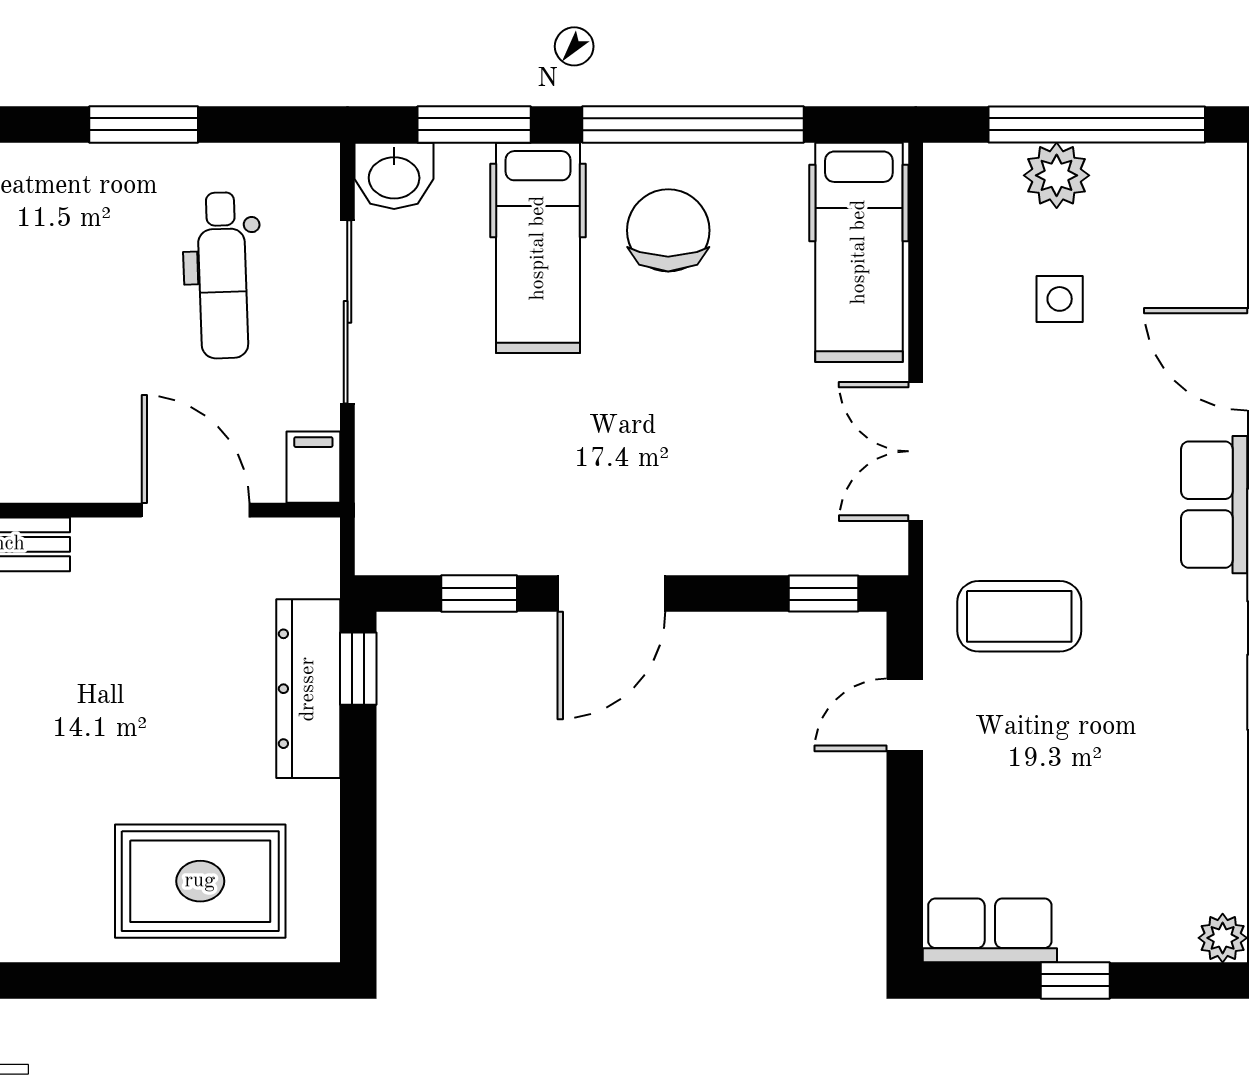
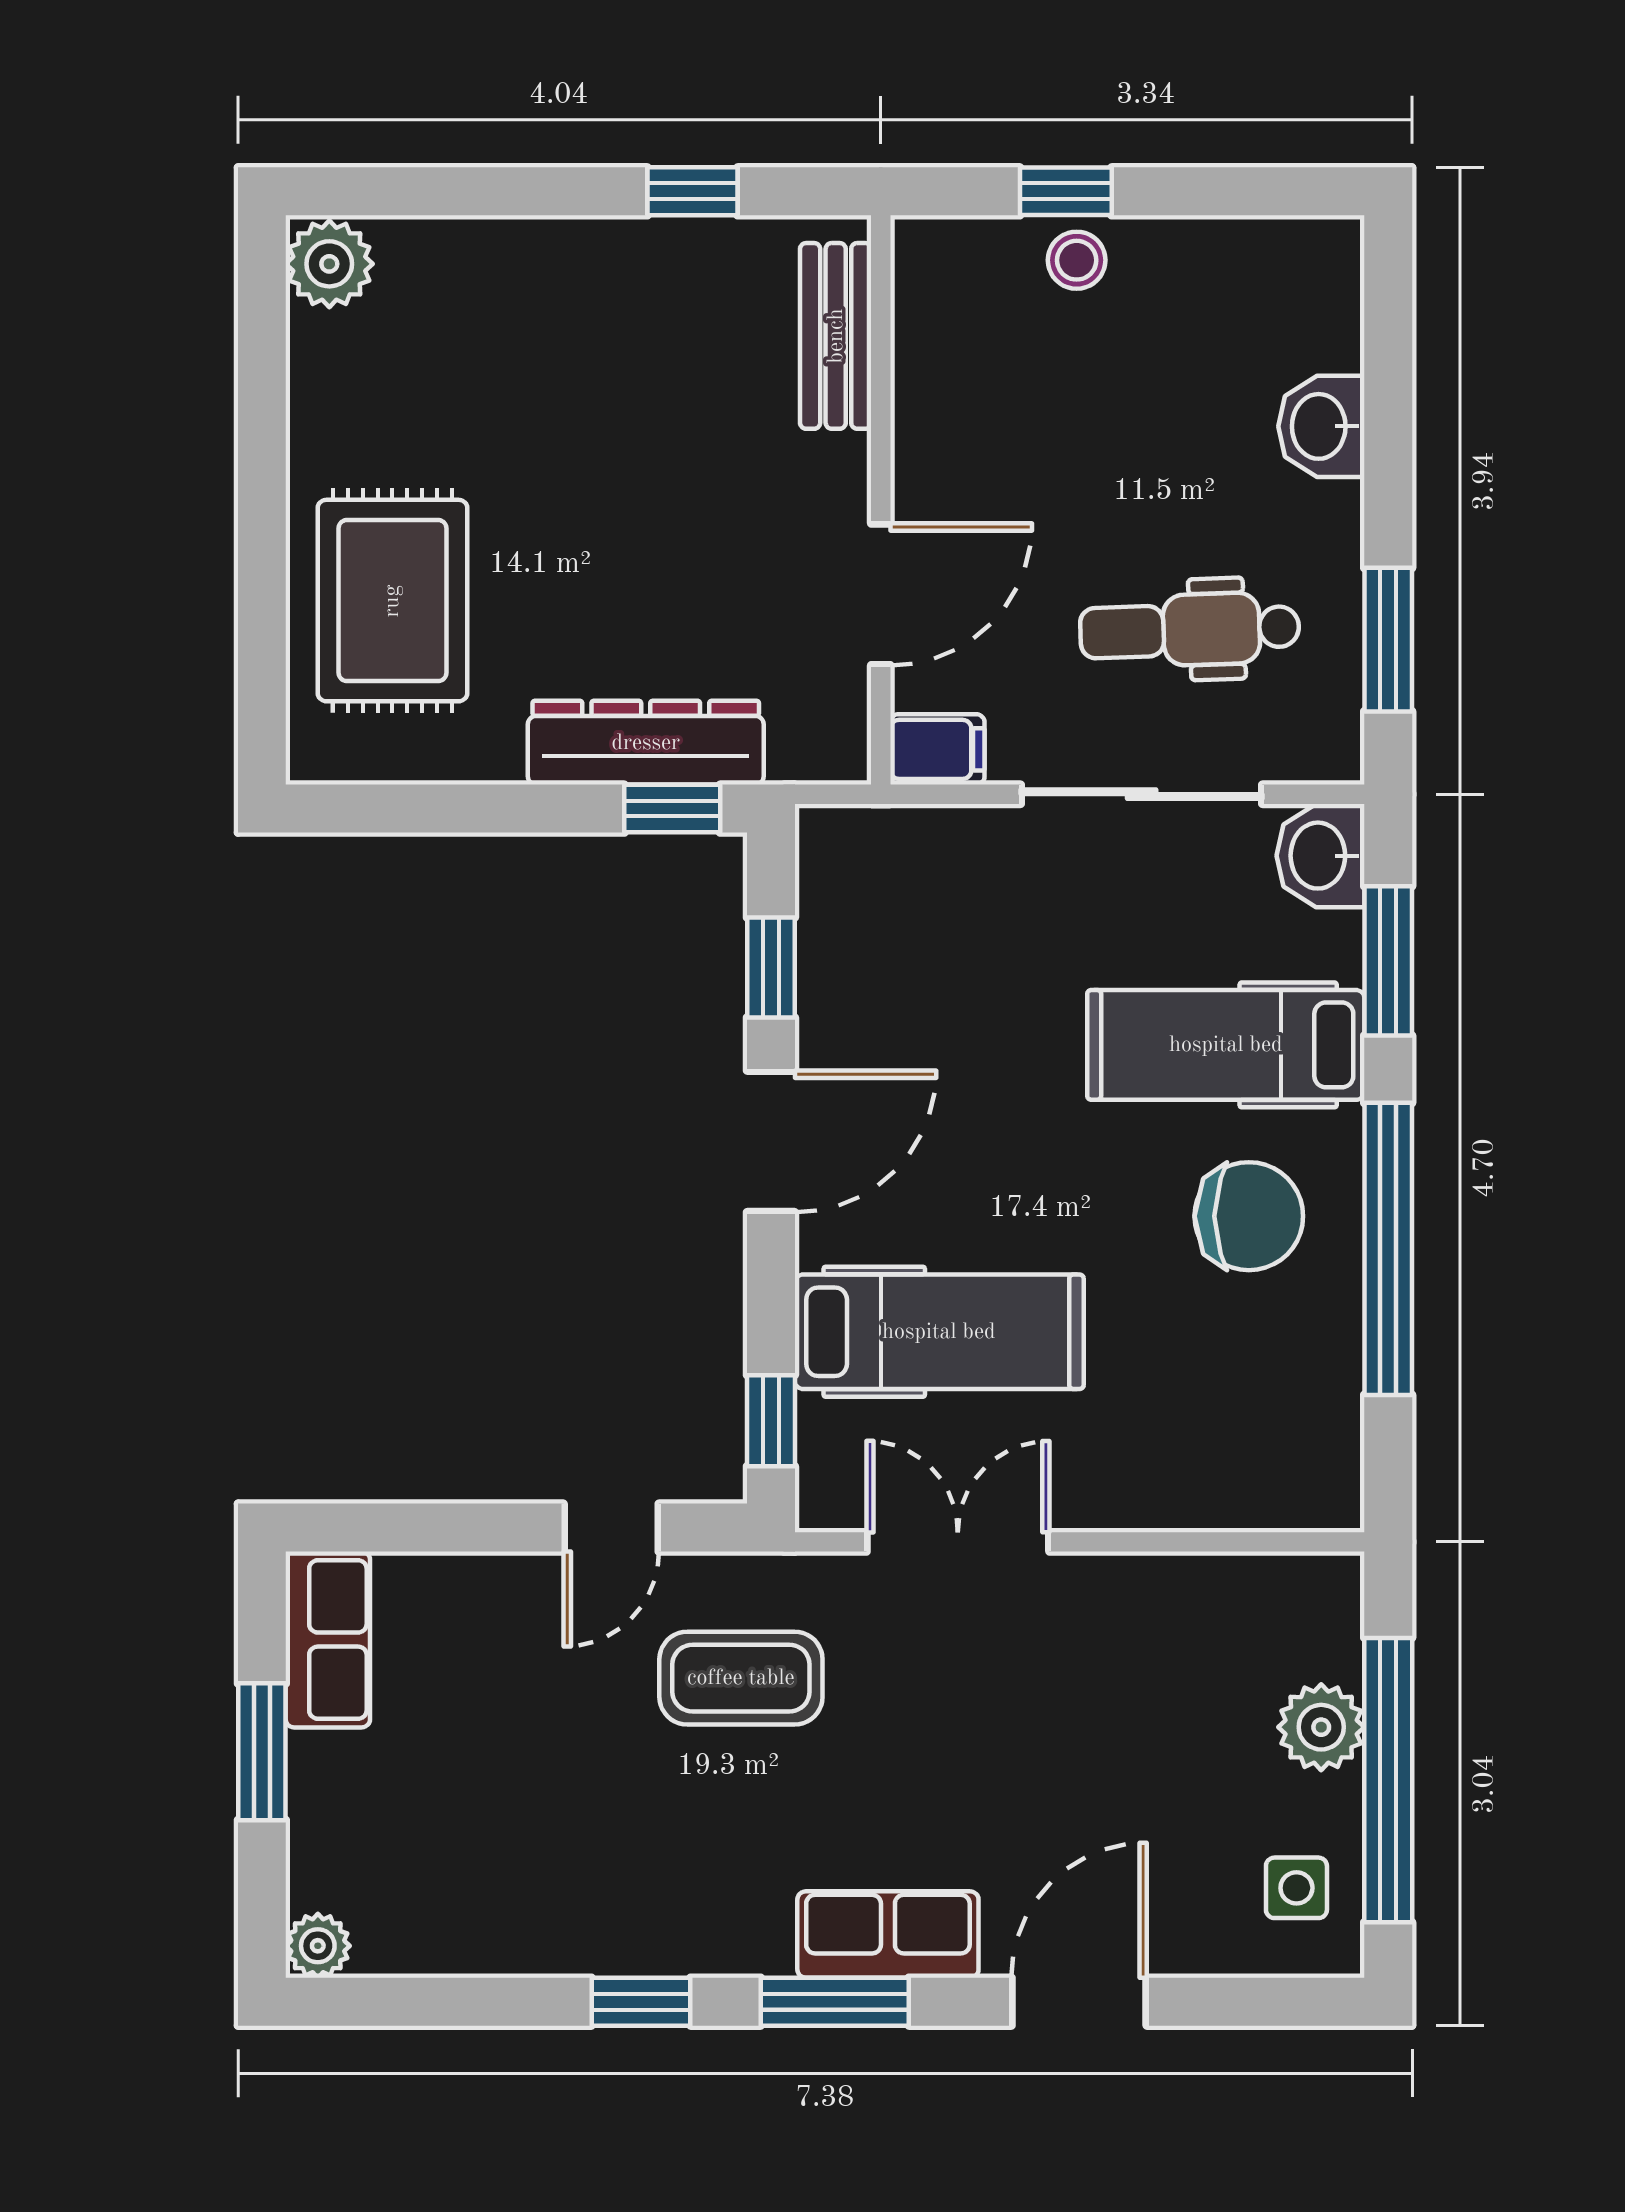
window: (144, 124) -> (1388, 640), moved
washbasin: (68, 175) -> (1321, 426), added
hospital bed: (859, 252) -> (939, 1332), moved, turned 180
side table: (1060, 299) -> (1296, 1888), moved
door: (611, 594) -> (771, 1141), swing flipped
coffee table: (1019, 616) -> (741, 1678), turned 90
door: (905, 715) -> (611, 1528), swing flipped
window: (1075, 980) -> (262, 1752), width x1.50

